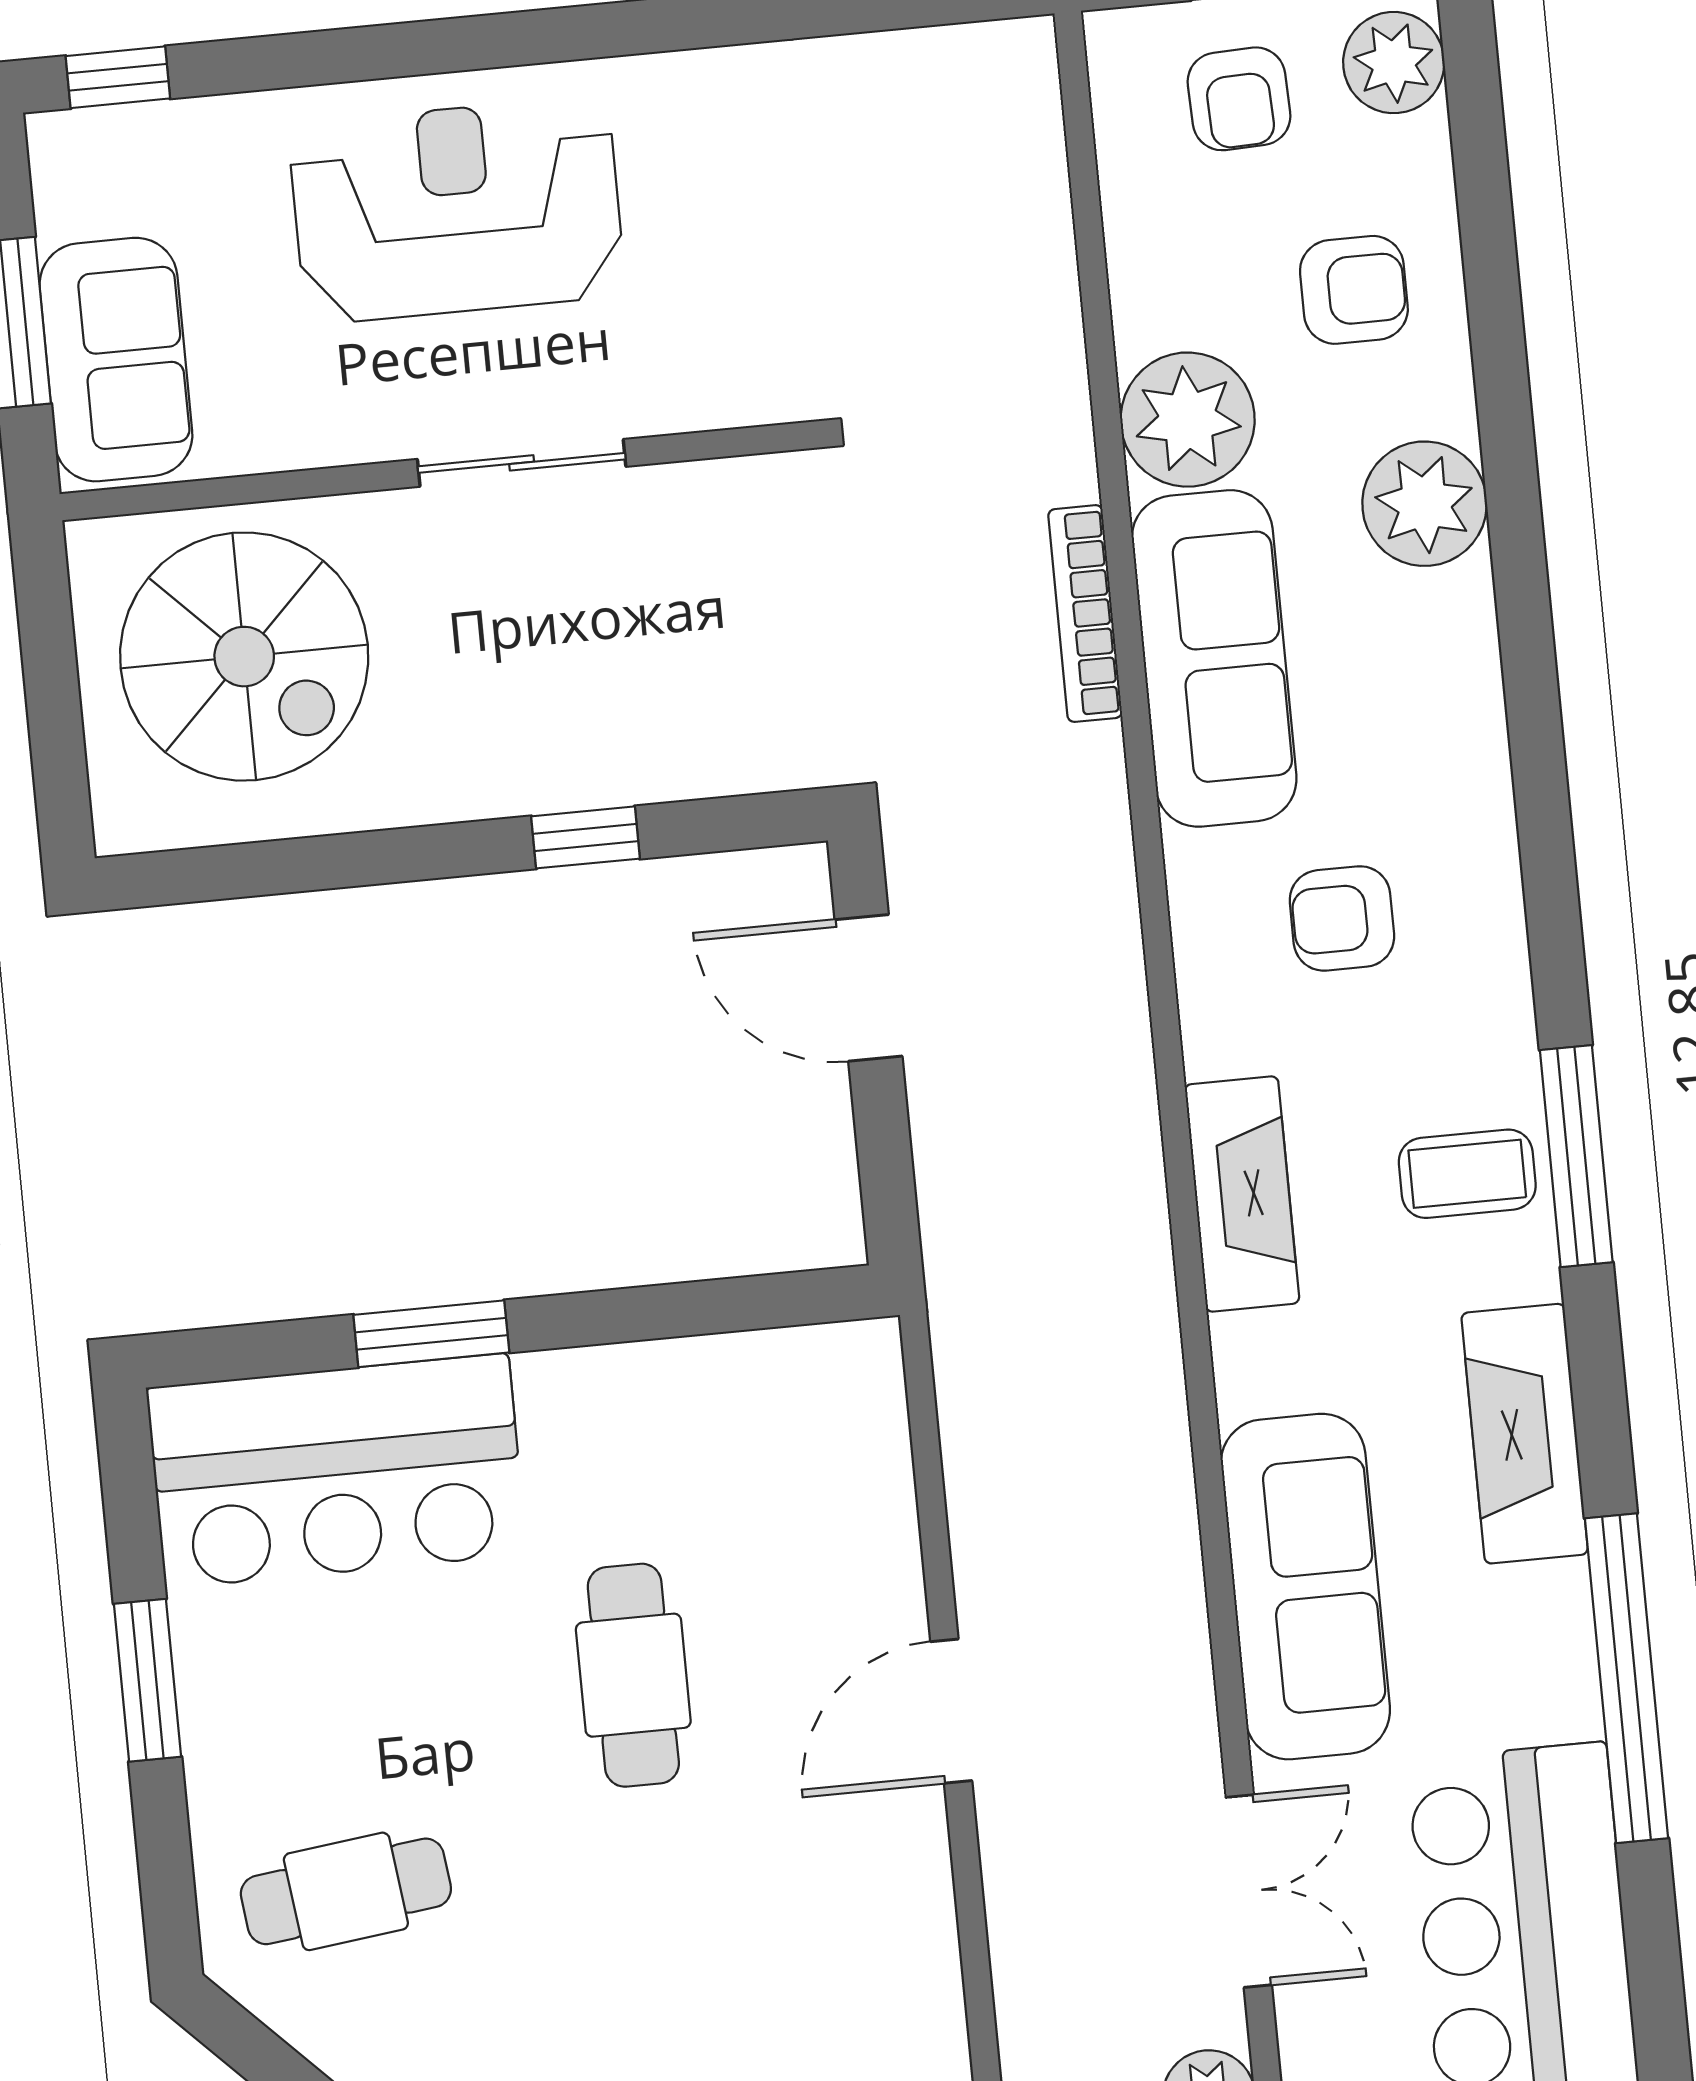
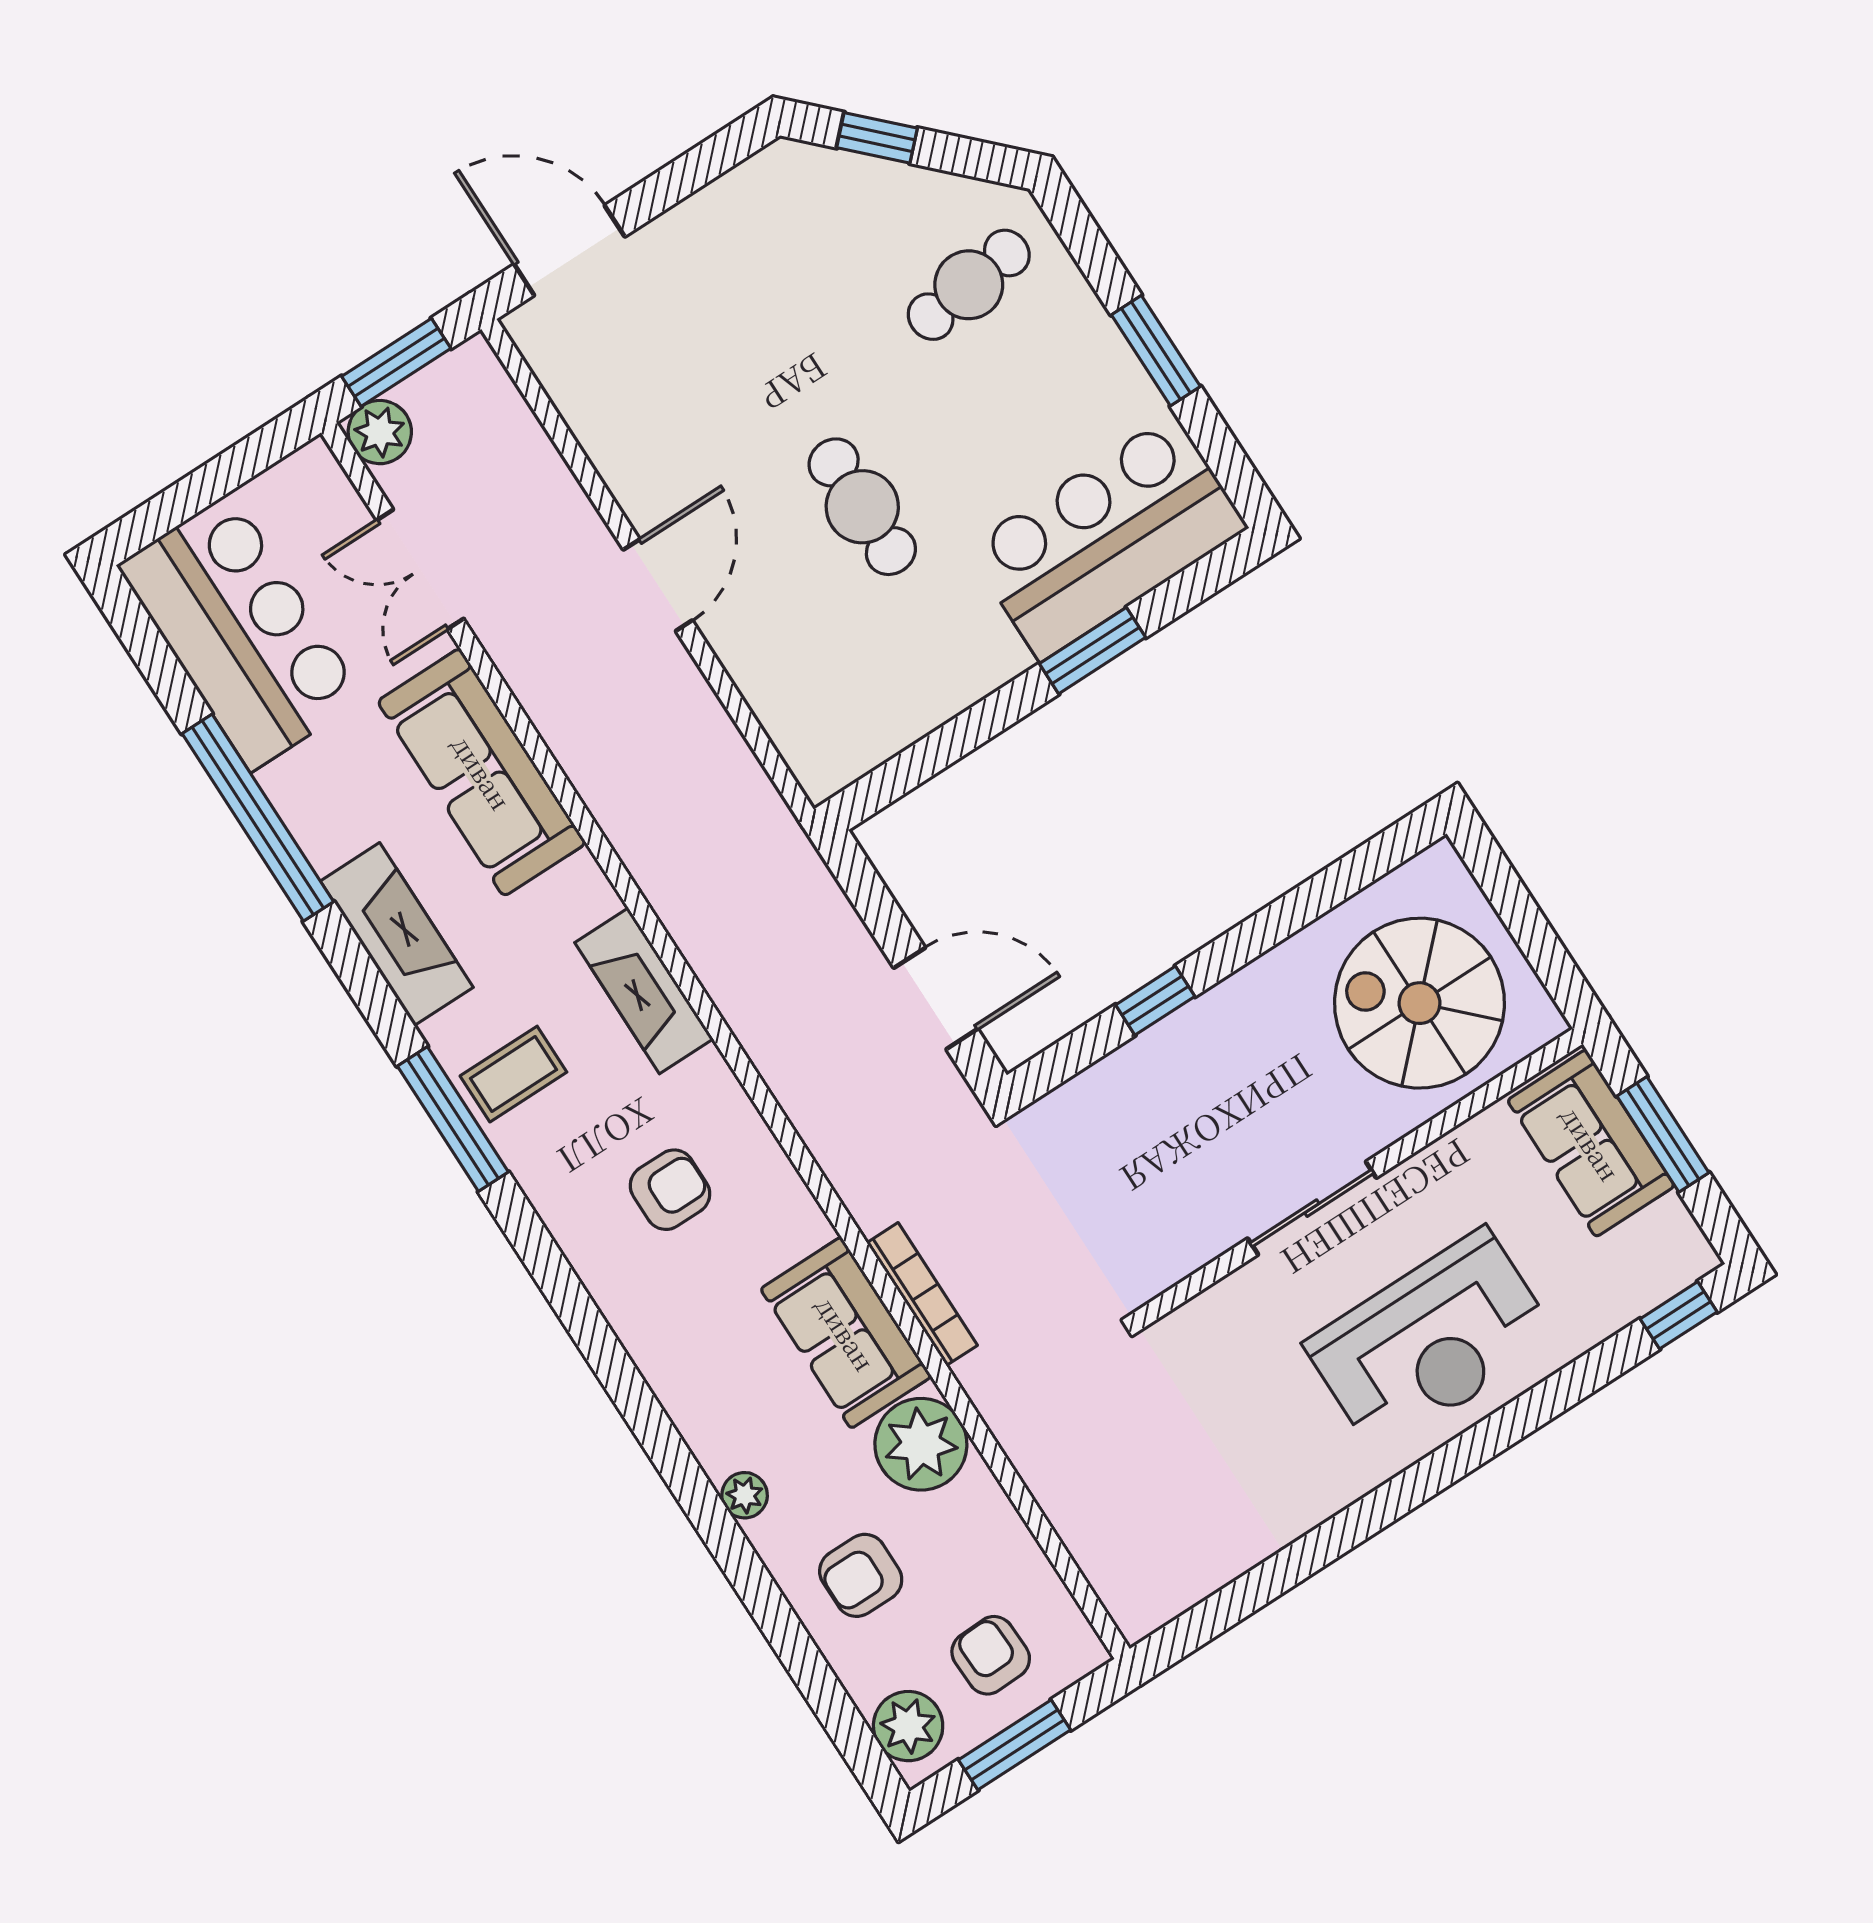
plant: (1425, 504) -> (745, 1495), width x0.53, depth x0.53
sofa: (1214, 658) -> (846, 1333), width x0.73

